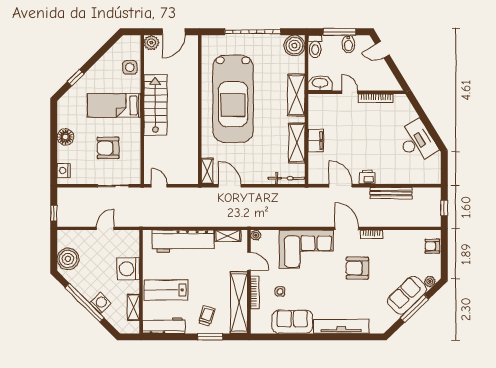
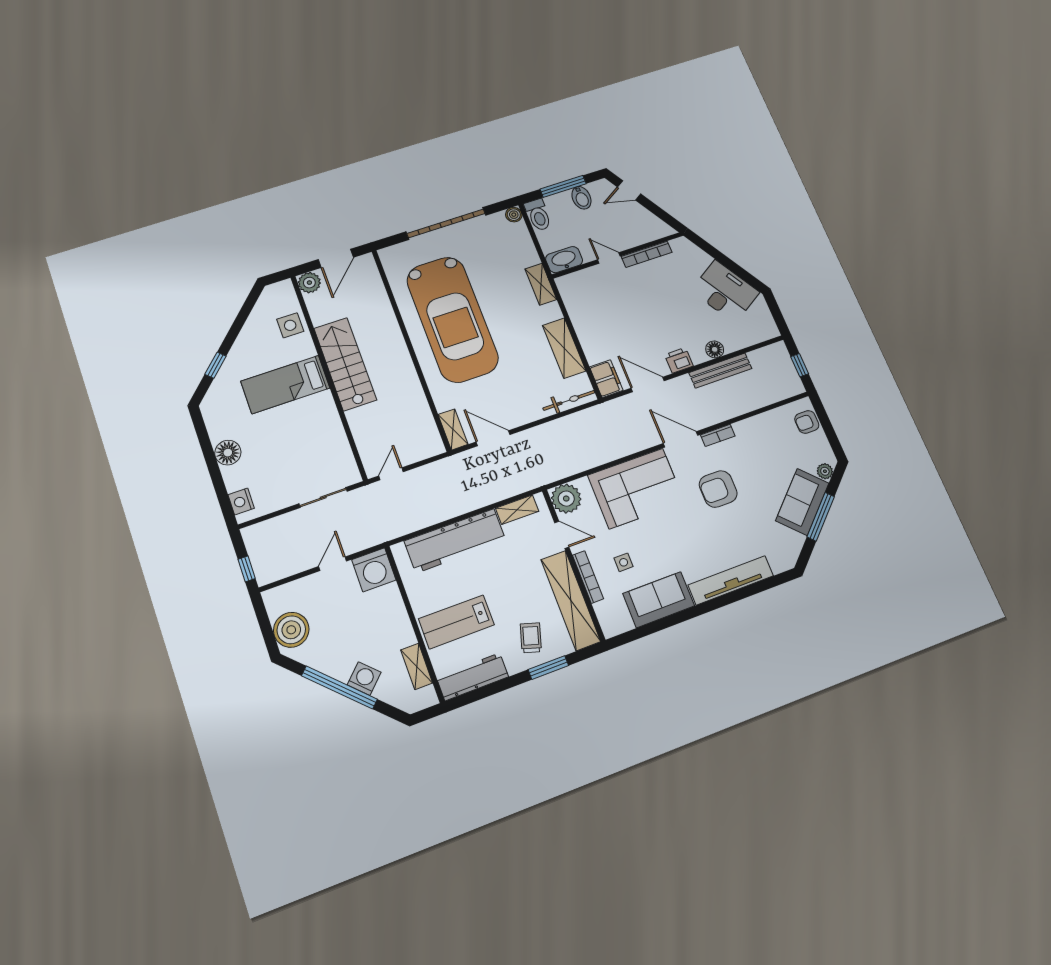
boiler: (294, 46) -> (514, 215), width x0.54, depth x0.54
shelving: (296, 95) -> (541, 284), width x0.67, depth x0.75
filing cabinet: (316, 141) -> (606, 379), moved
armchair: (108, 148) -> (297, 447), removed
floor lamp: (393, 178) -> (715, 349), added
door: (159, 186) -> (391, 474), hinge flipped
plant: (256, 235) -> (566, 499), width x1.88, depth x1.88
washing machine: (128, 269) -> (374, 570), moved, turned -90

